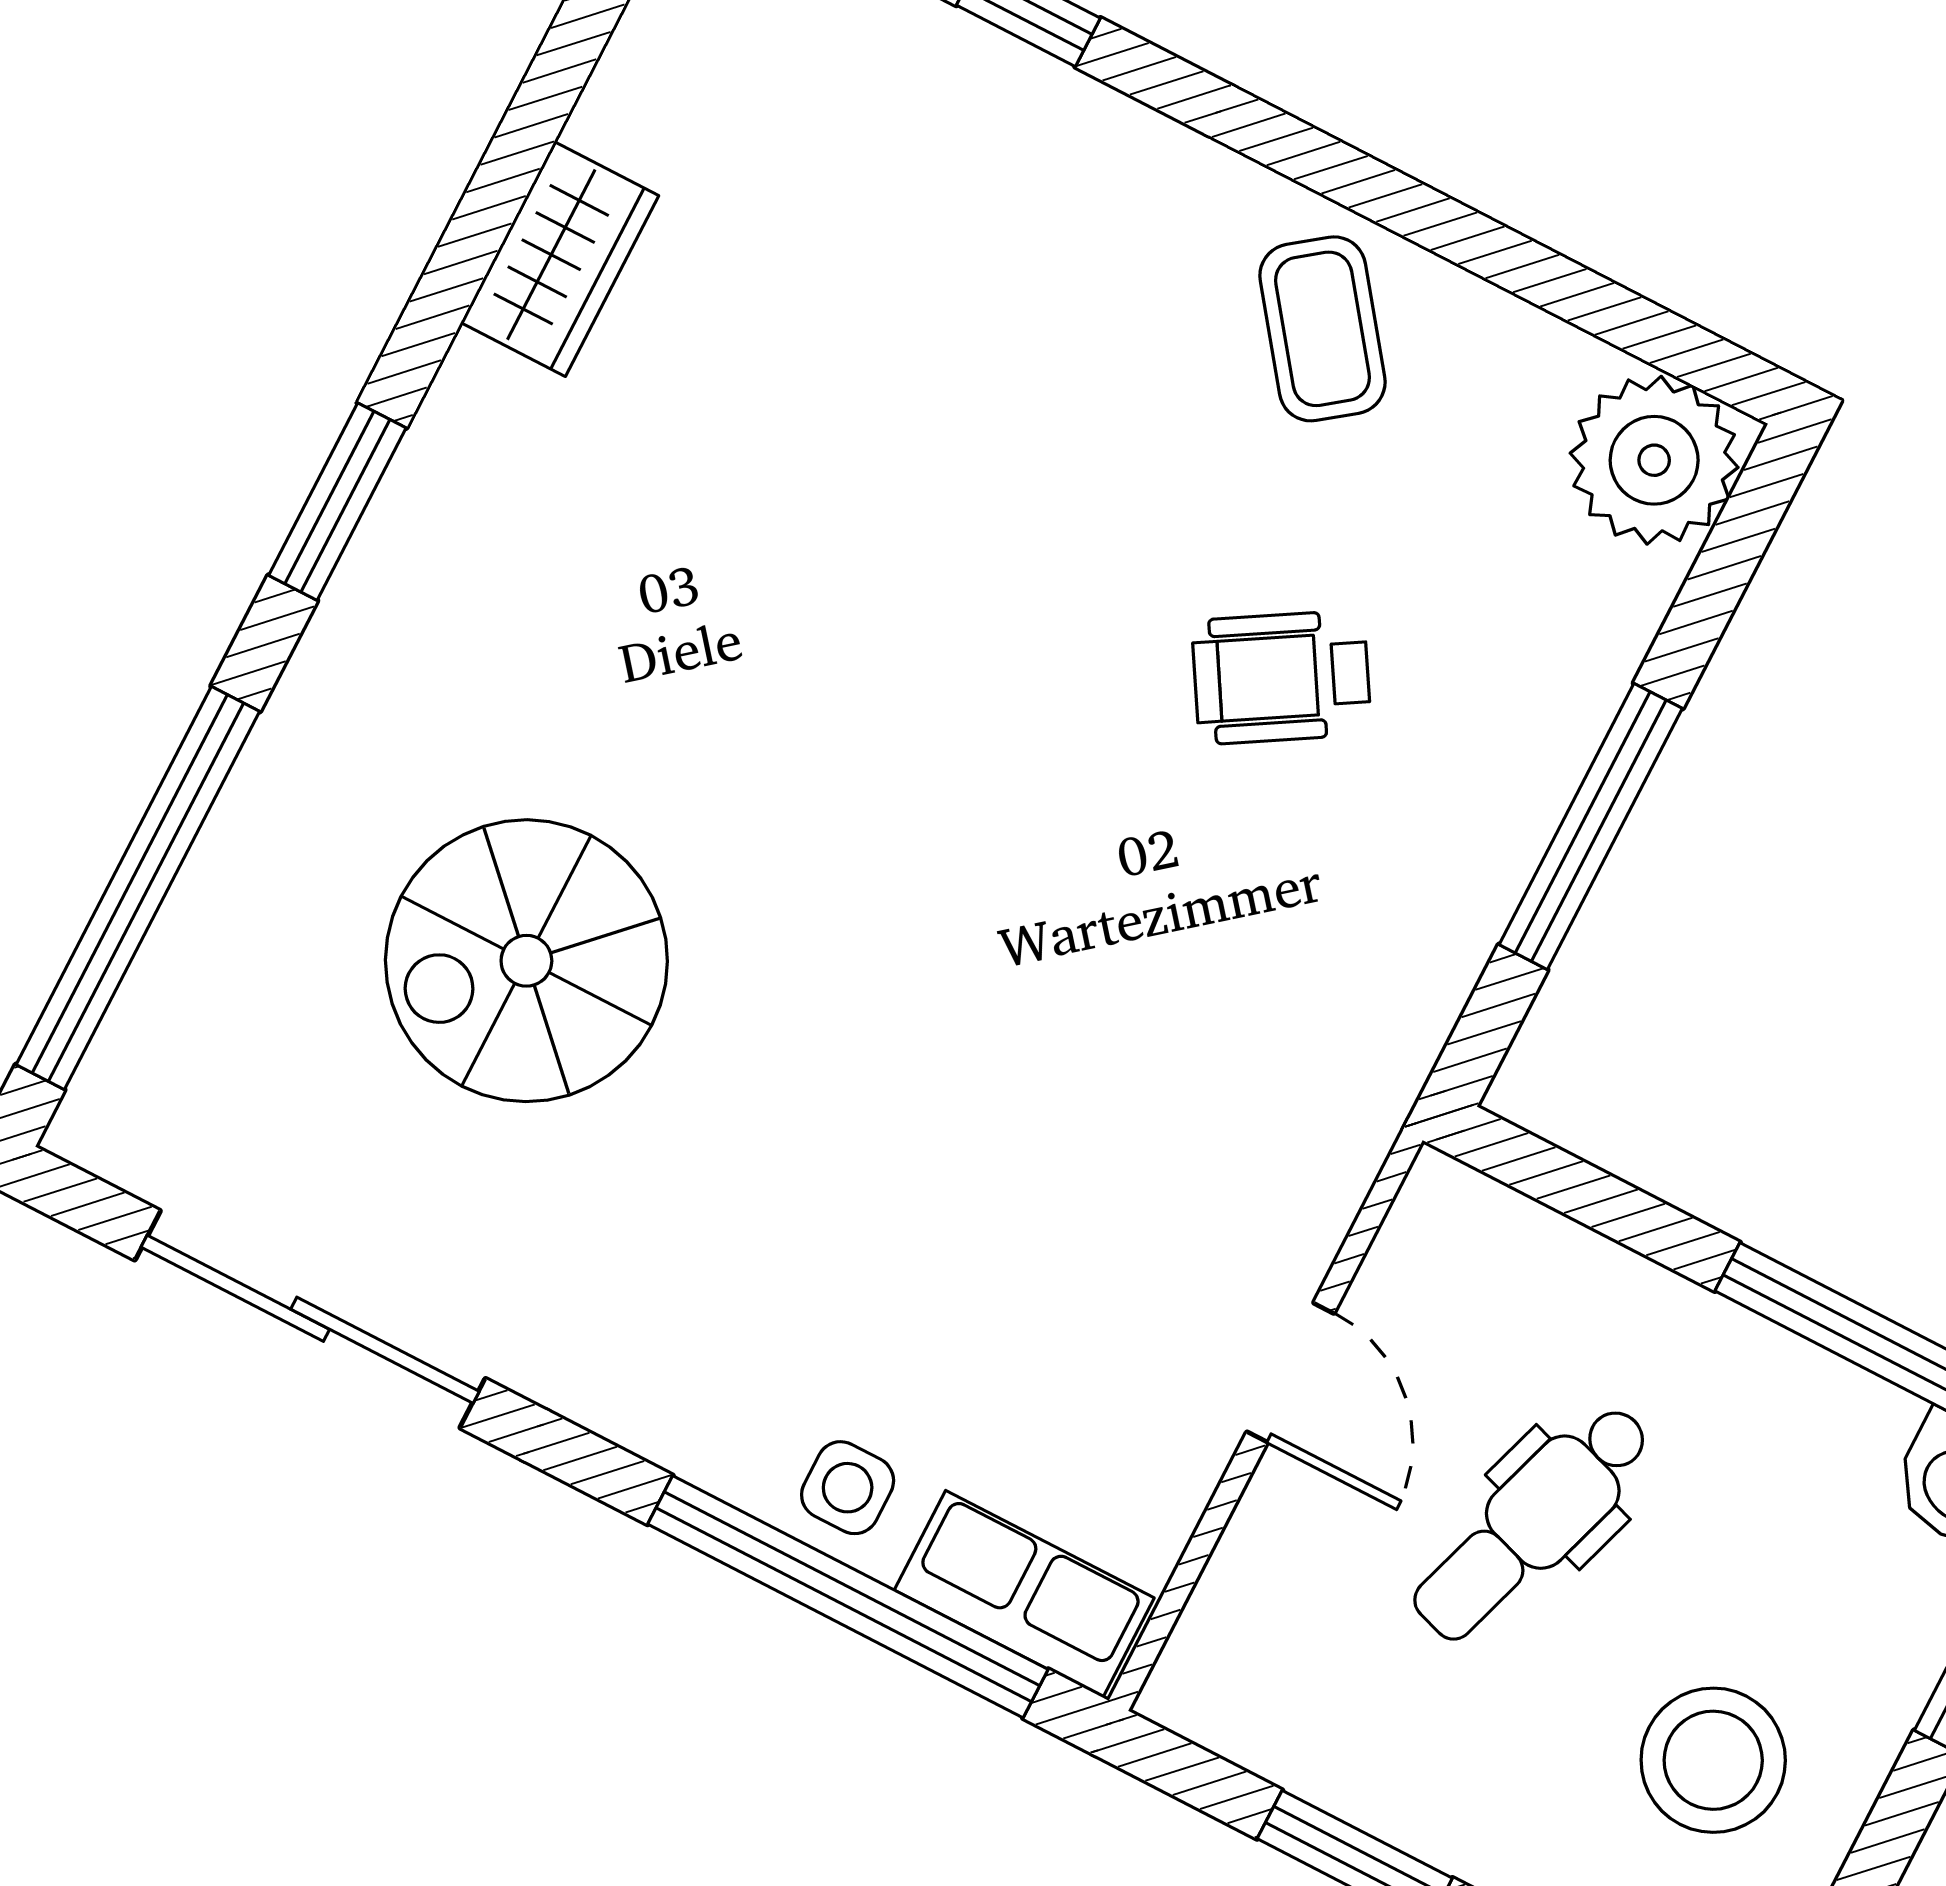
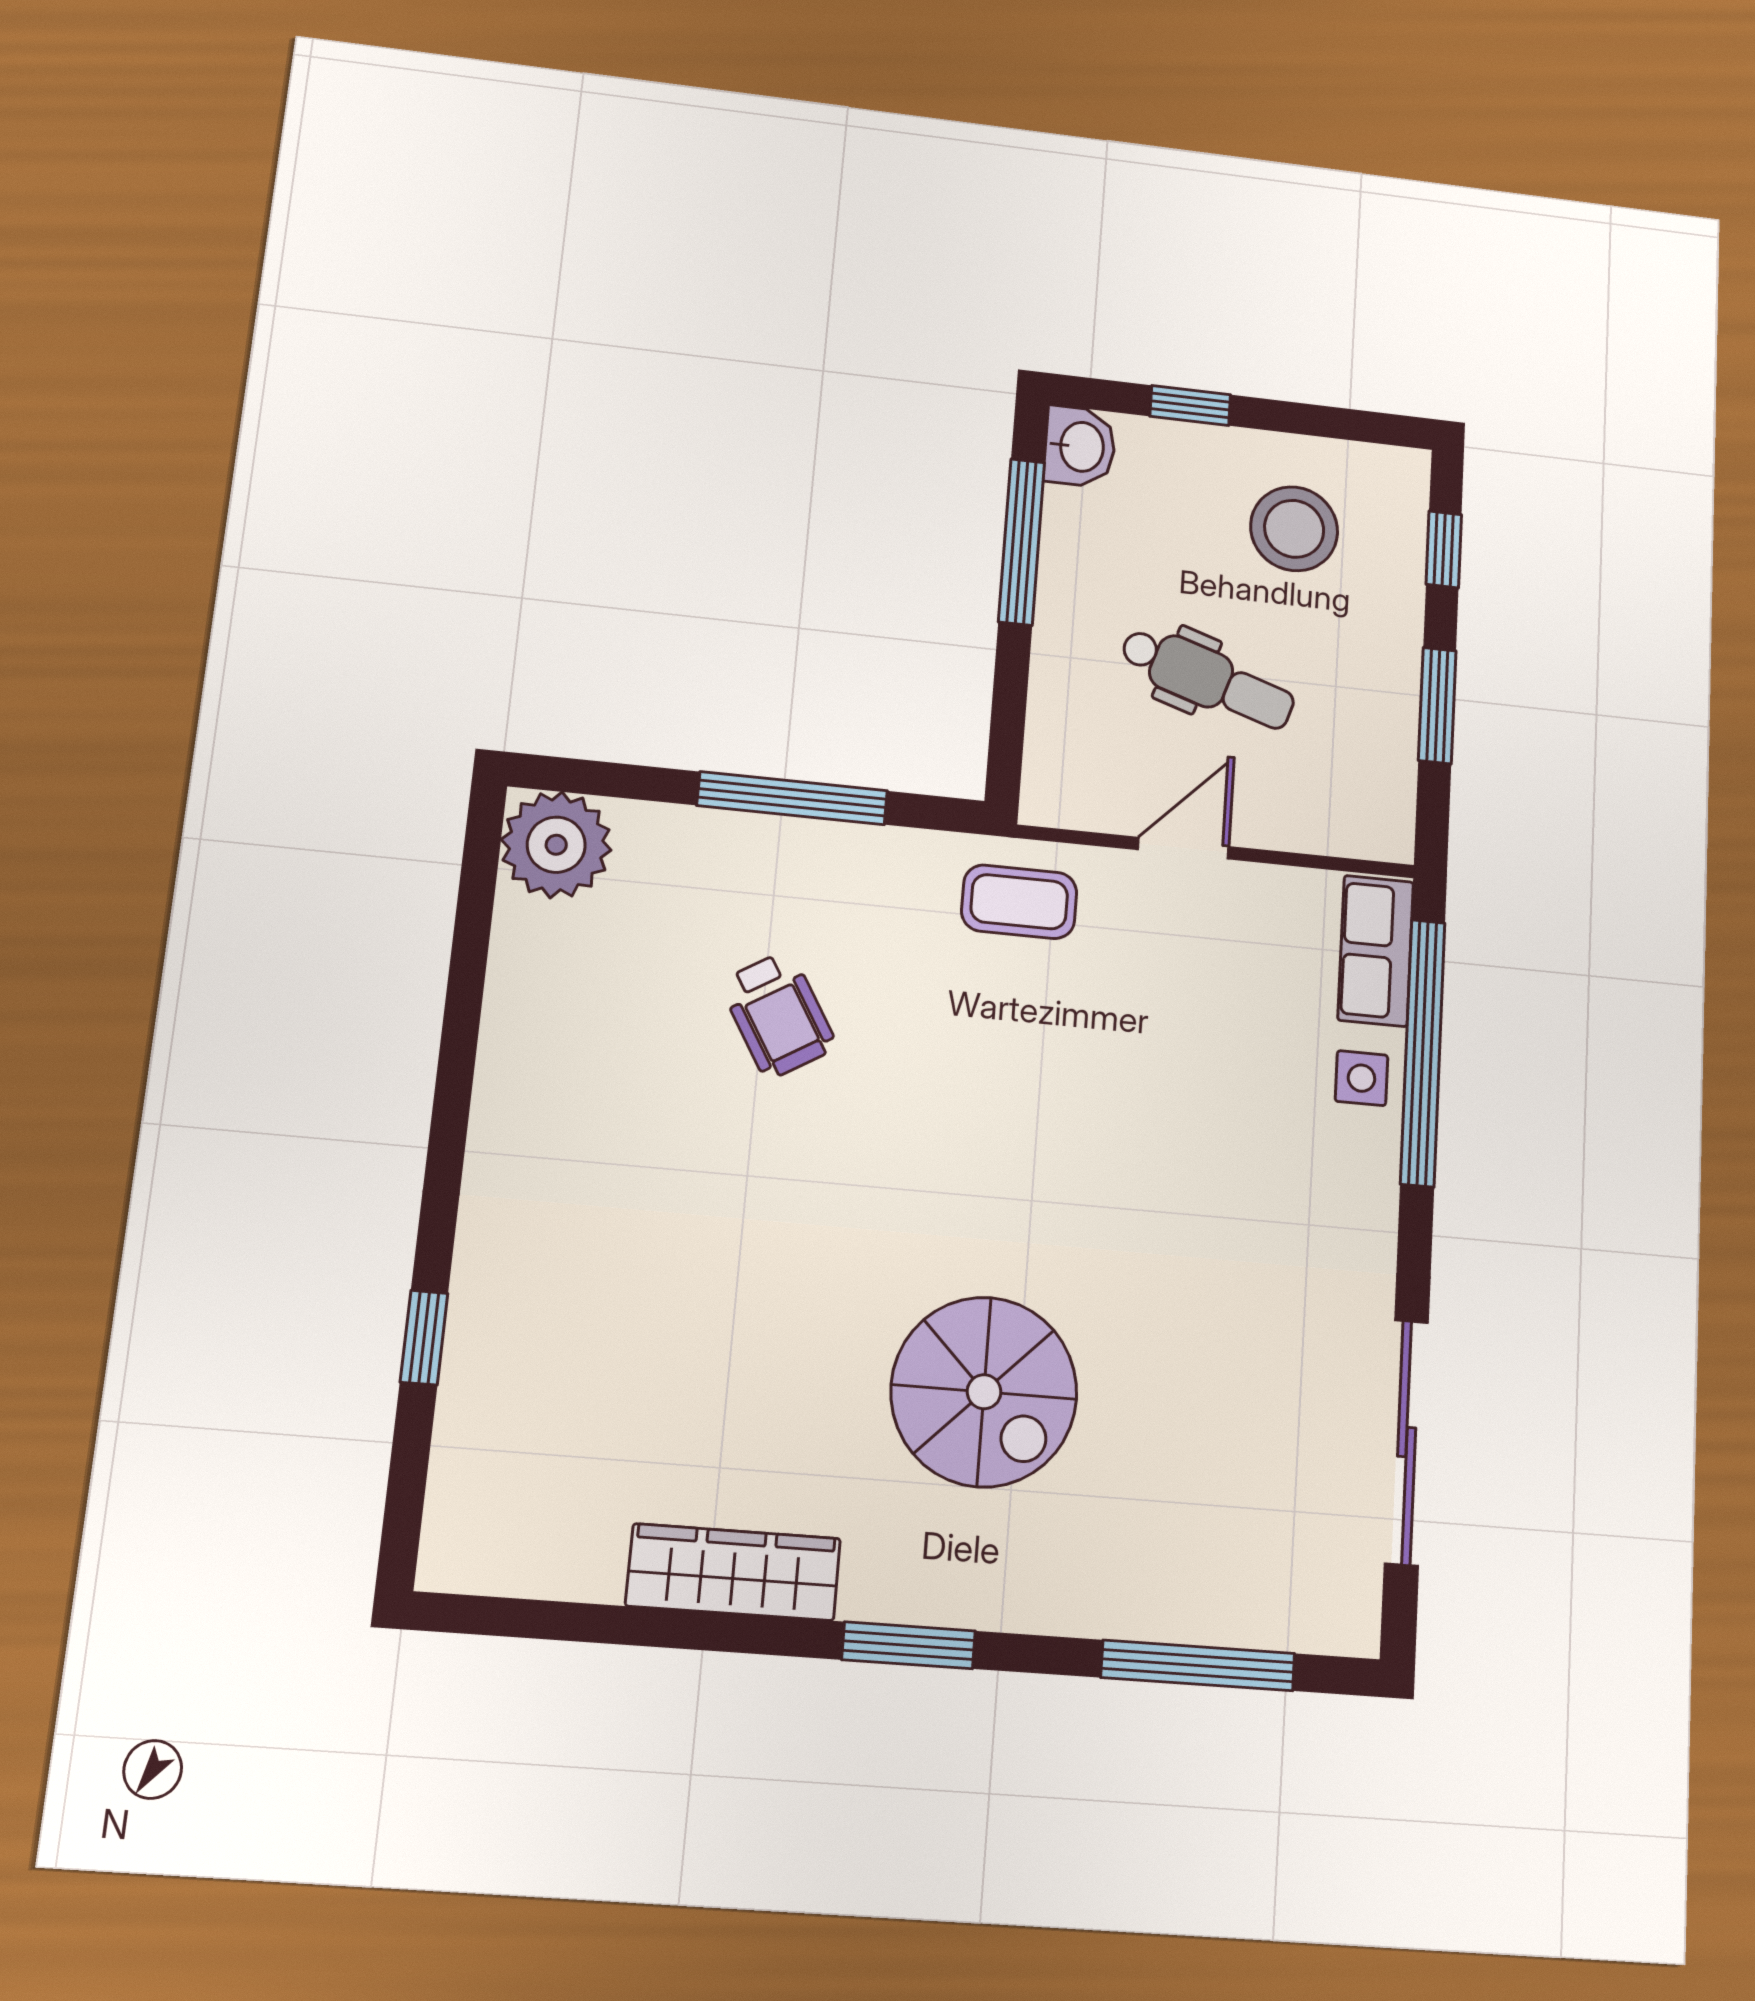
wardrobe: (560, 259) -> (733, 1572), width x1.50
coffee table: (1322, 329) -> (1019, 902), moved, turned 37
window: (138, 888) -> (1198, 1665), width x0.68
spiral stairs: (526, 961) -> (984, 1392), moved

